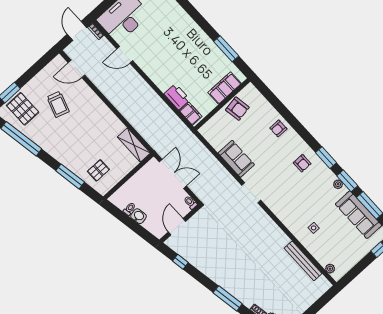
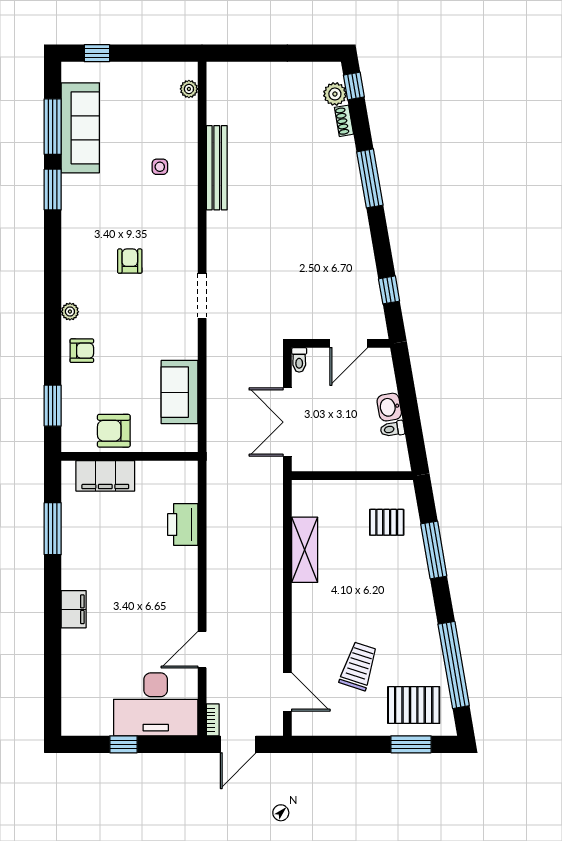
door: (125, 55) -> (202, 650), swing flipped
pallet: (23, 109) -> (414, 705), turned 90
armchair: (237, 109) -> (114, 431), turned -81
filing cabinet: (191, 114) -> (74, 609), moved, turned 180
shelving: (134, 145) -> (305, 550), moved
window: (326, 158) -> (53, 406), moved
sofa: (236, 159) -> (179, 392), moved
armchair: (302, 163) -> (130, 261), moved
plant: (338, 184) -> (70, 312), moved
bench: (303, 261) -> (217, 168), moved

